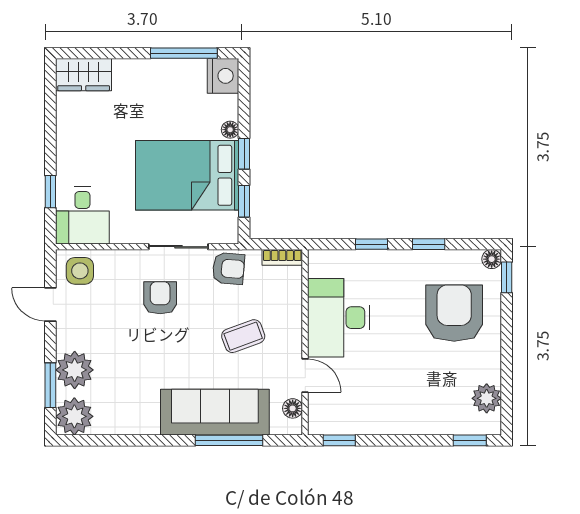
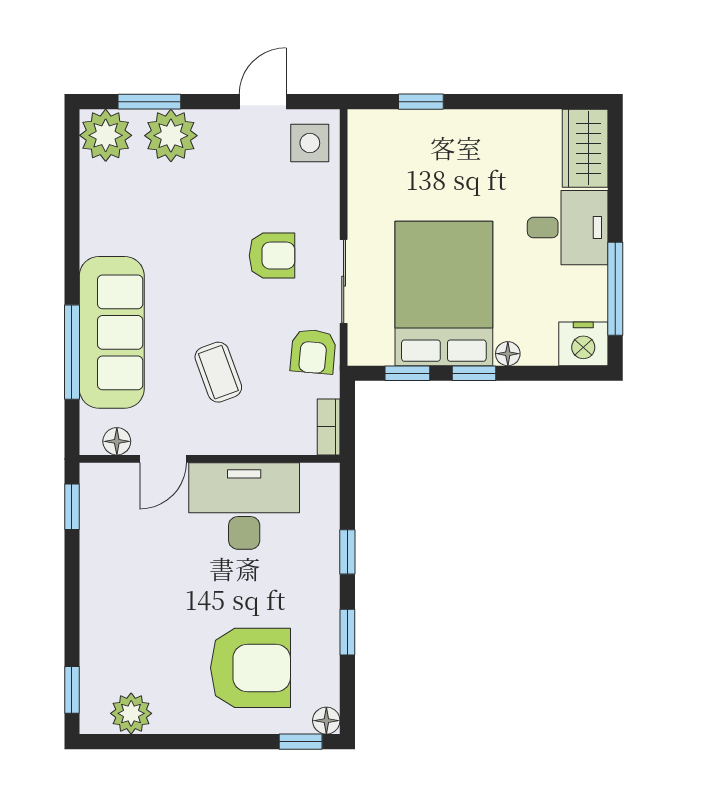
desk: (82, 215) -> (568, 228), moved, turned 180

